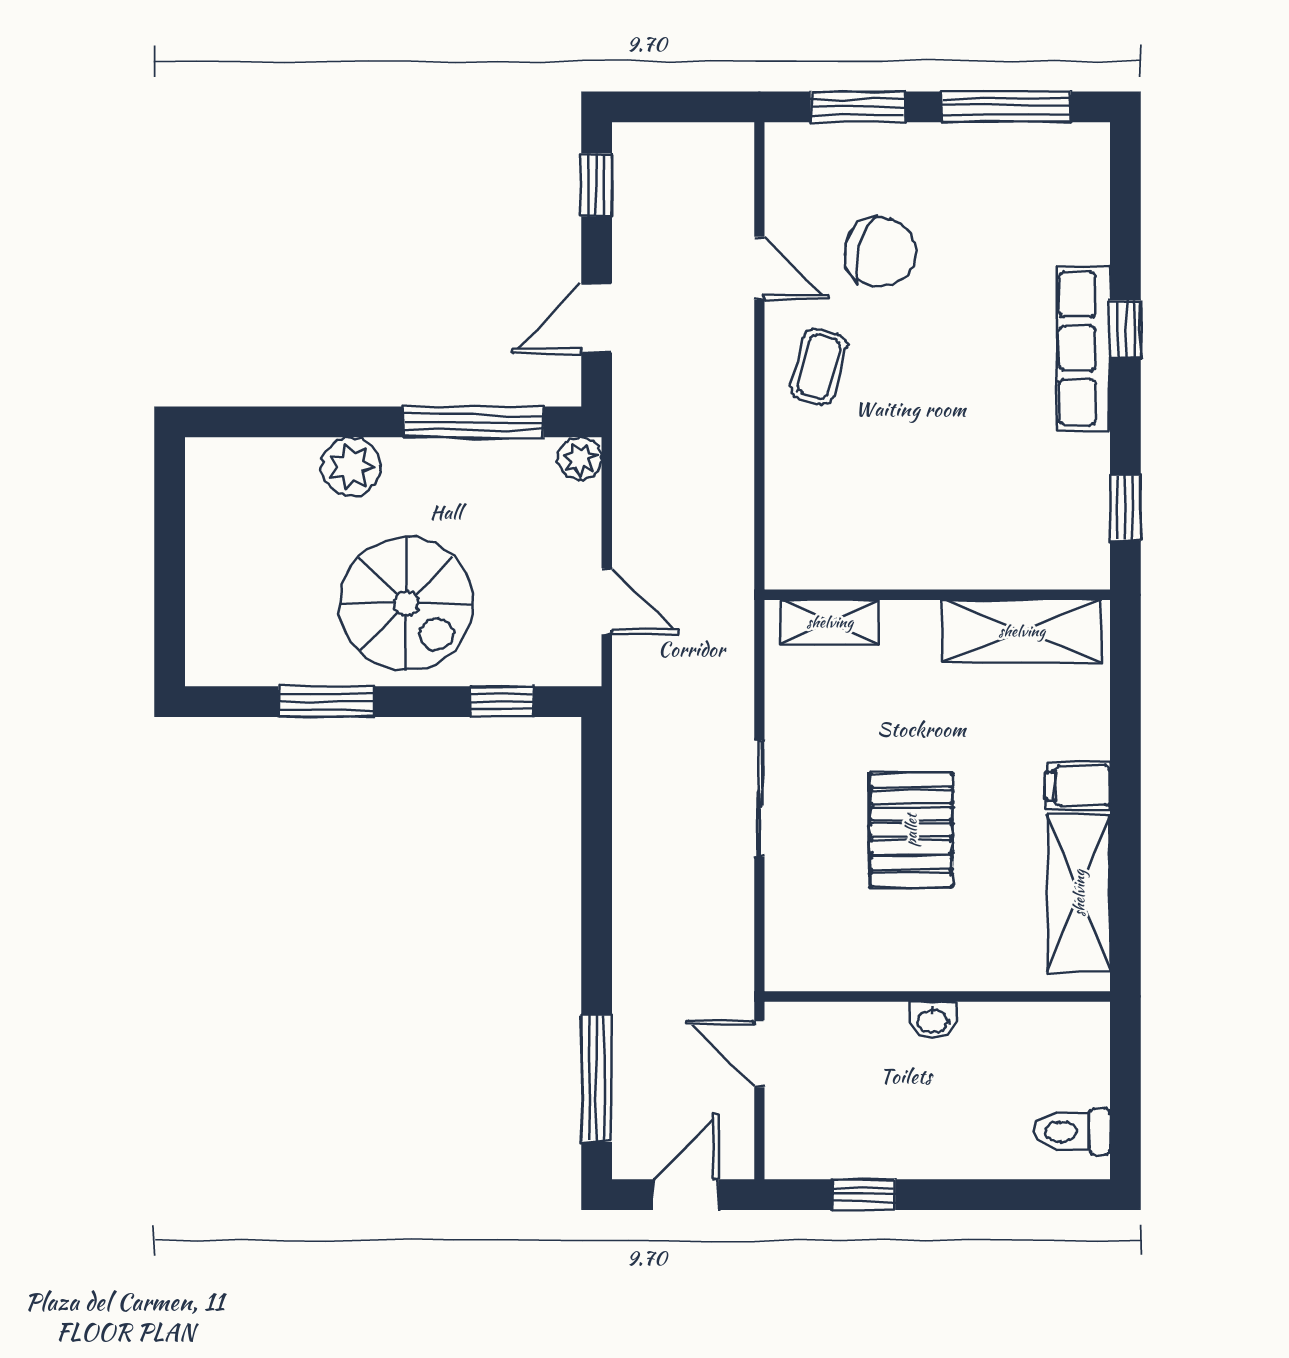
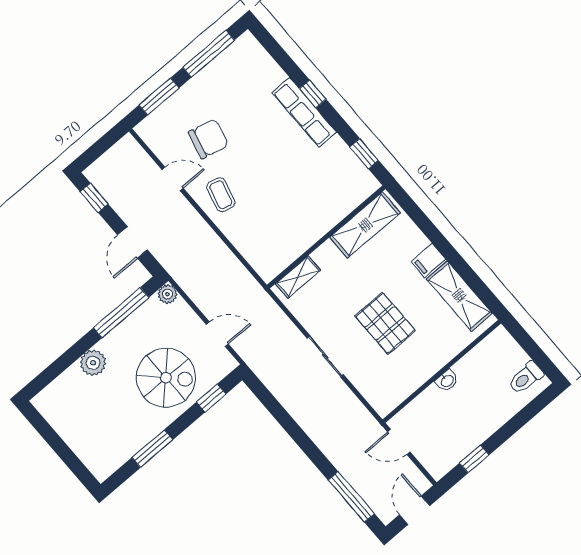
spiral stairs: (406, 604) -> (166, 378), moved

